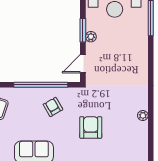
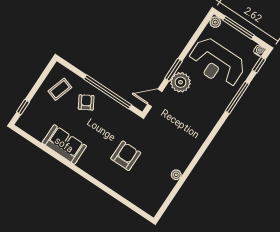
plant: (91, 37) -> (181, 82), width x1.88, depth x1.88
armchair: (53, 107) -> (86, 102), moved

